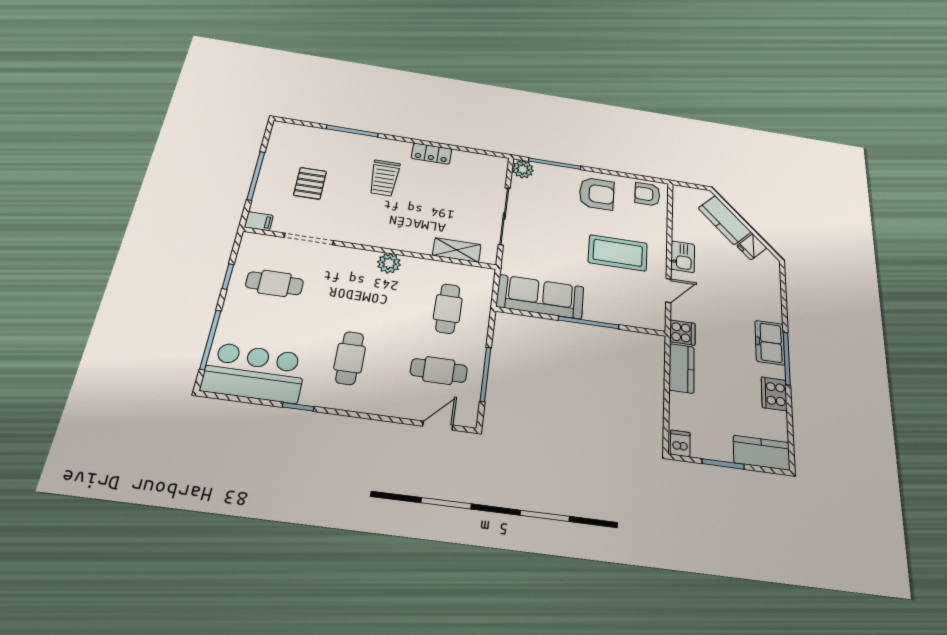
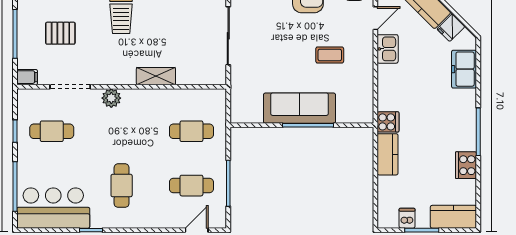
pallet: (310, 183) -> (60, 33), turned 90
shelving: (457, 250) -> (156, 76), moved
coffee table: (618, 253) -> (330, 55), width x0.54, depth x0.58
plant: (389, 263) -> (111, 98), moved
door: (668, 291) -> (375, 18), moved
sofa: (540, 297) -> (299, 108), moved
cafe table: (448, 309) -> (191, 131), turned 90
freezer: (770, 343) -> (464, 69), moved
dishwasher: (680, 443) -> (407, 218), moved

